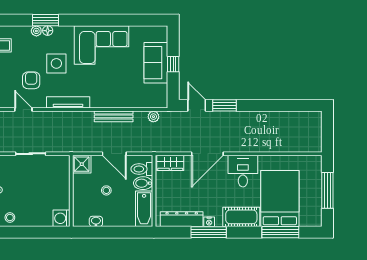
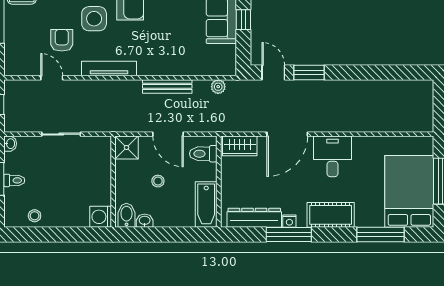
bidet: (143, 183) -> (126, 215), moved, turned 90
bed: (280, 199) -> (409, 191), moved

